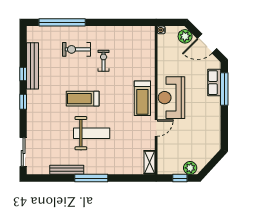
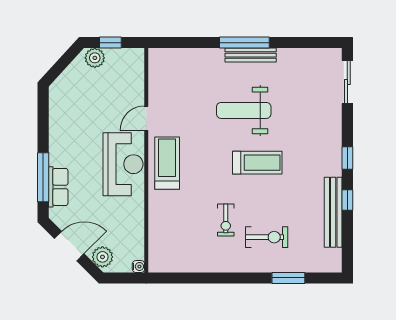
window: (62, 22) -> (288, 278), width x0.47
shelving: (150, 162) -> (156, 67), removed
bench: (67, 170) -> (251, 55), moved

